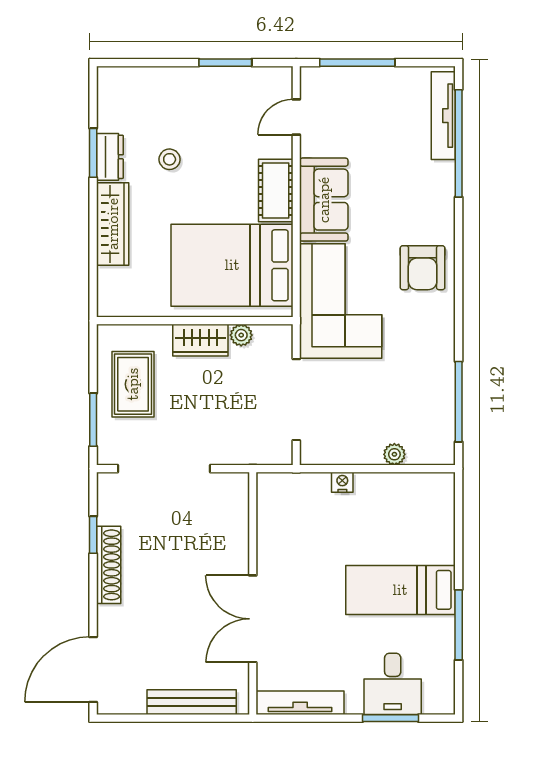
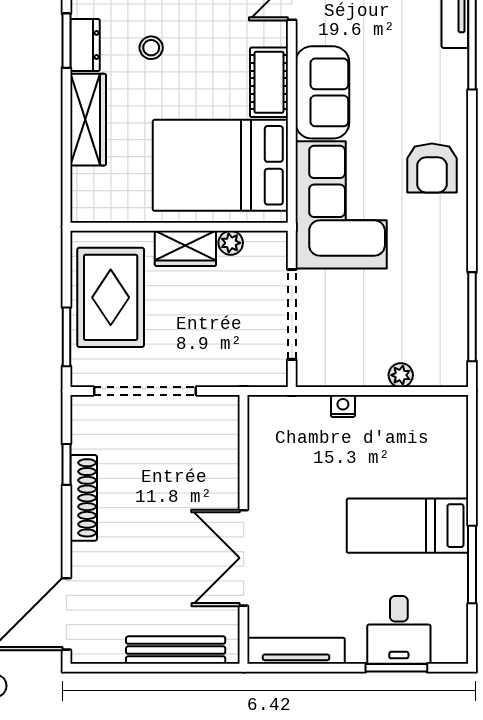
rug: (133, 384) -> (111, 297), width x1.36, depth x1.43

